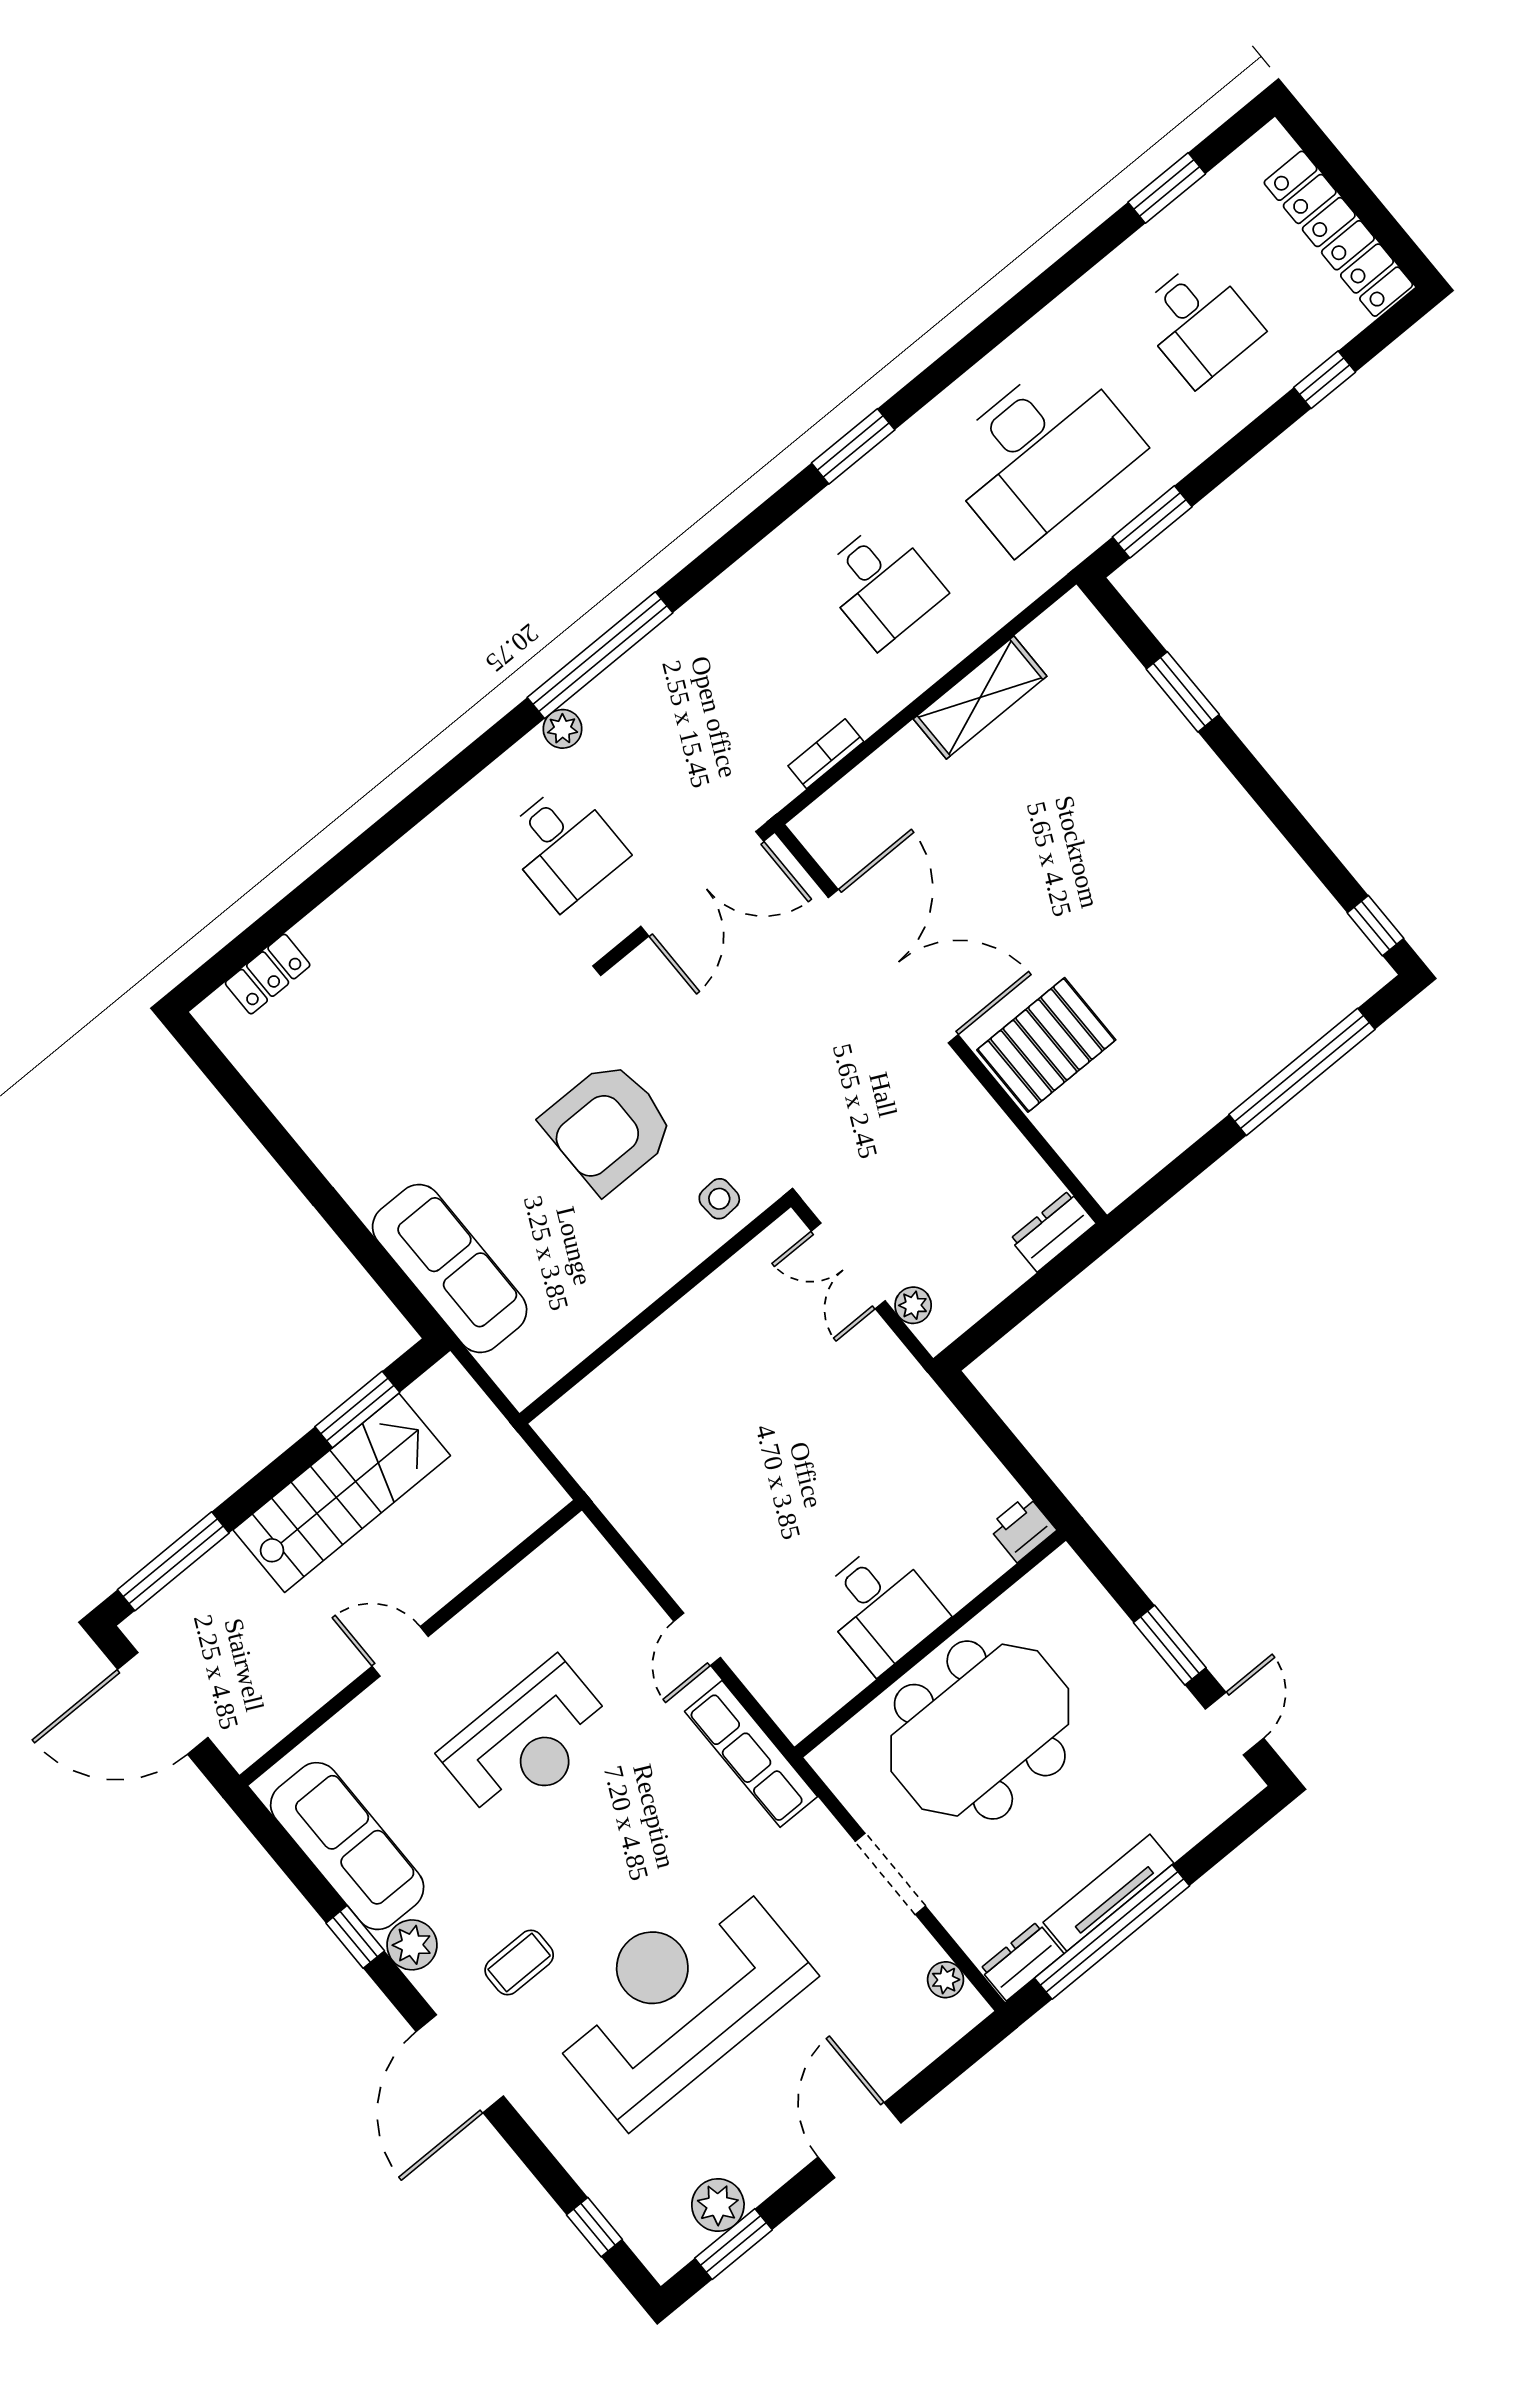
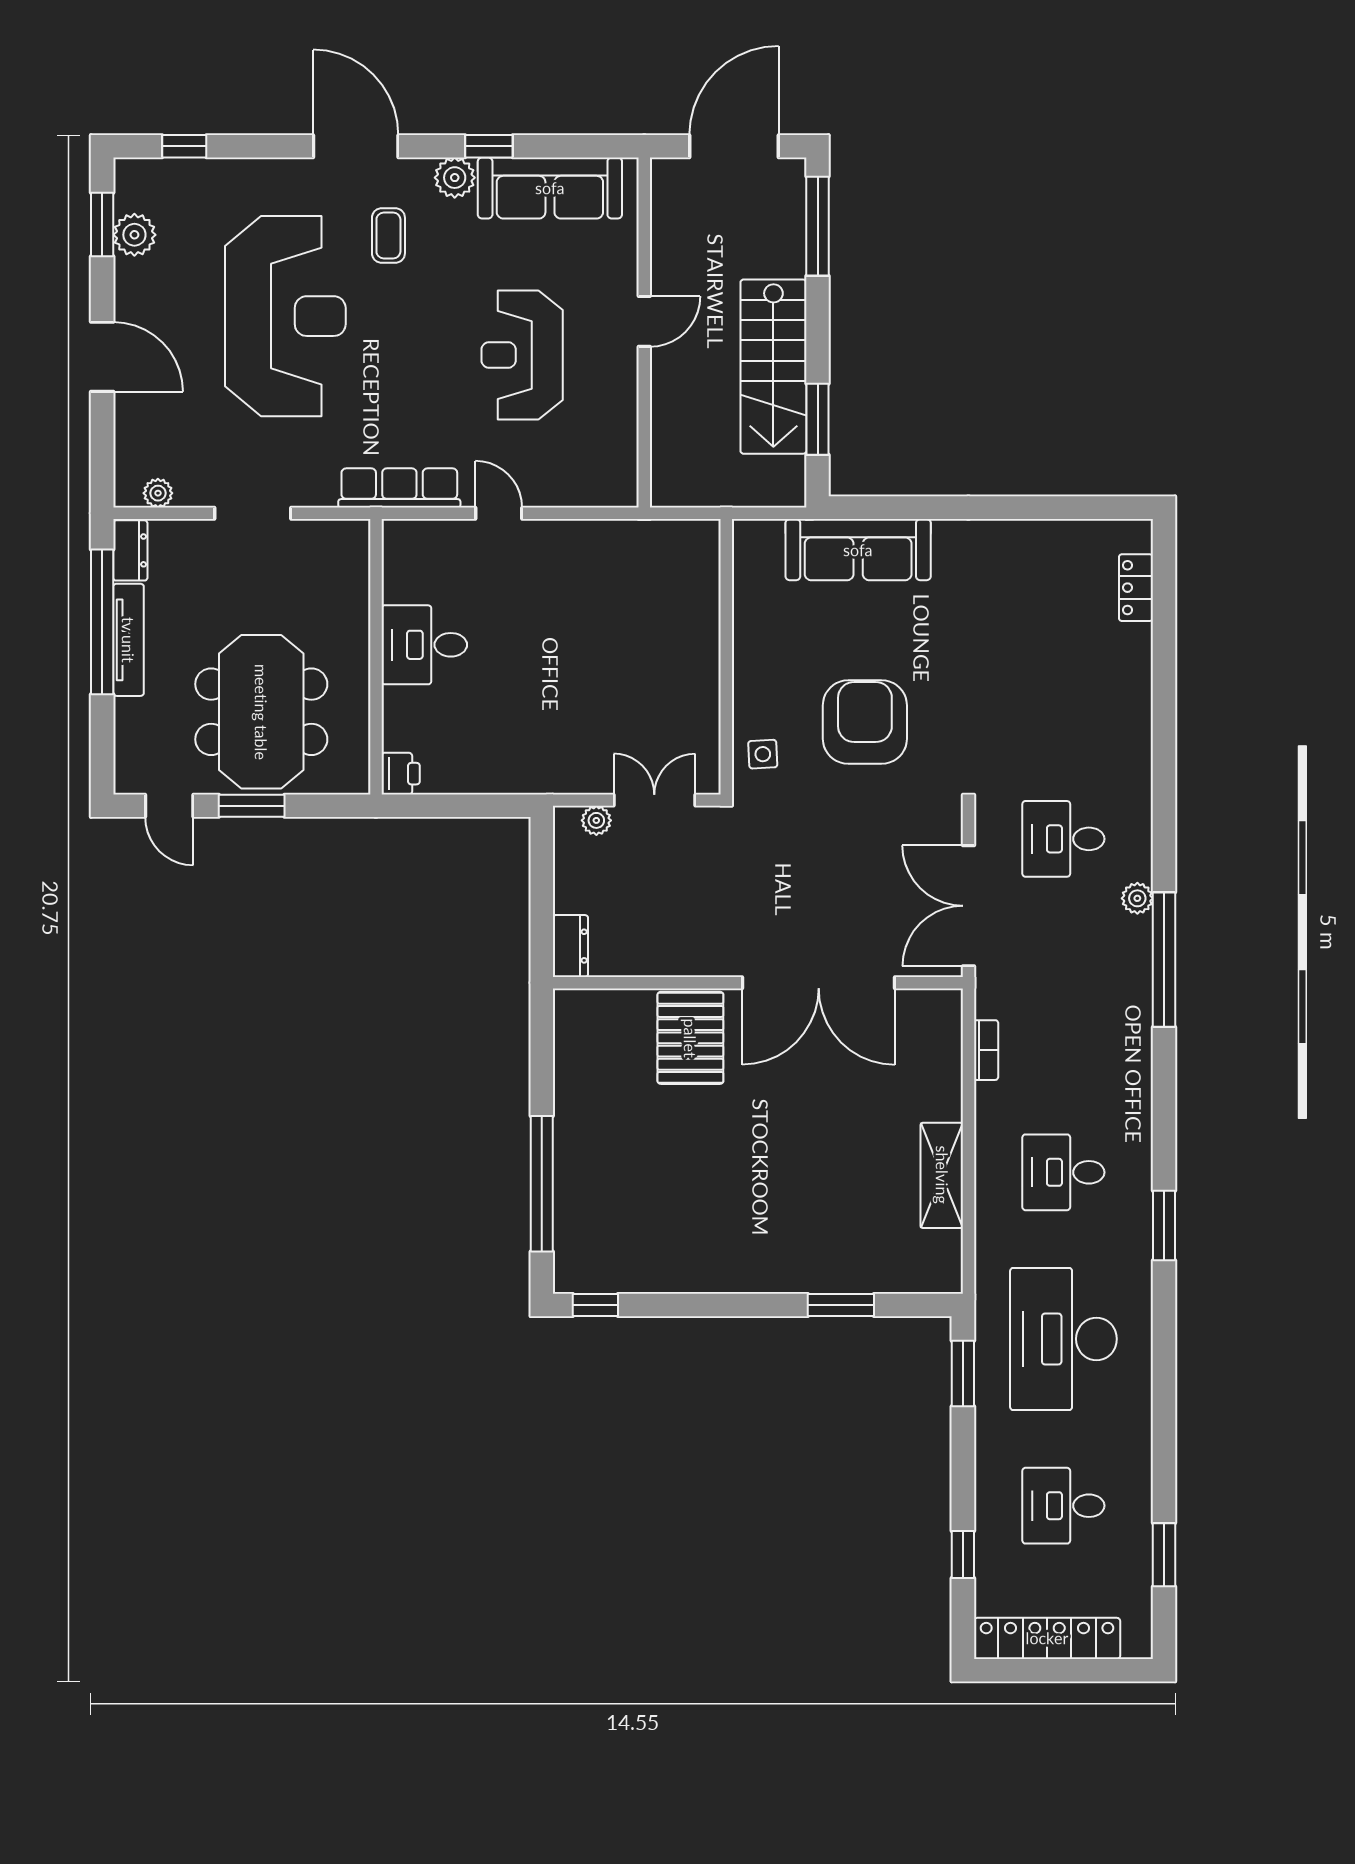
meeting table: (980, 1730) -> (261, 712), moved

